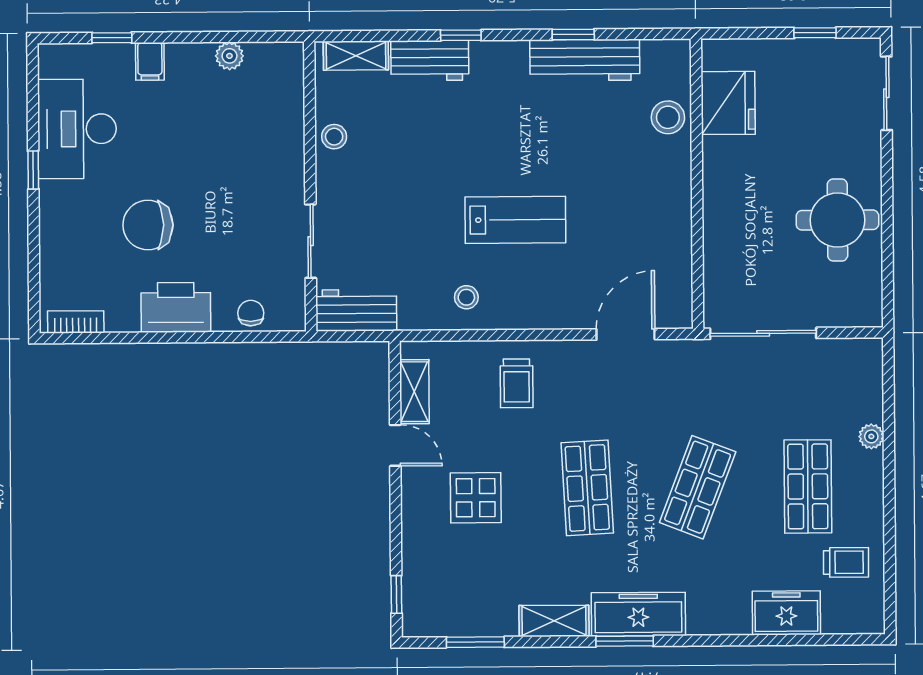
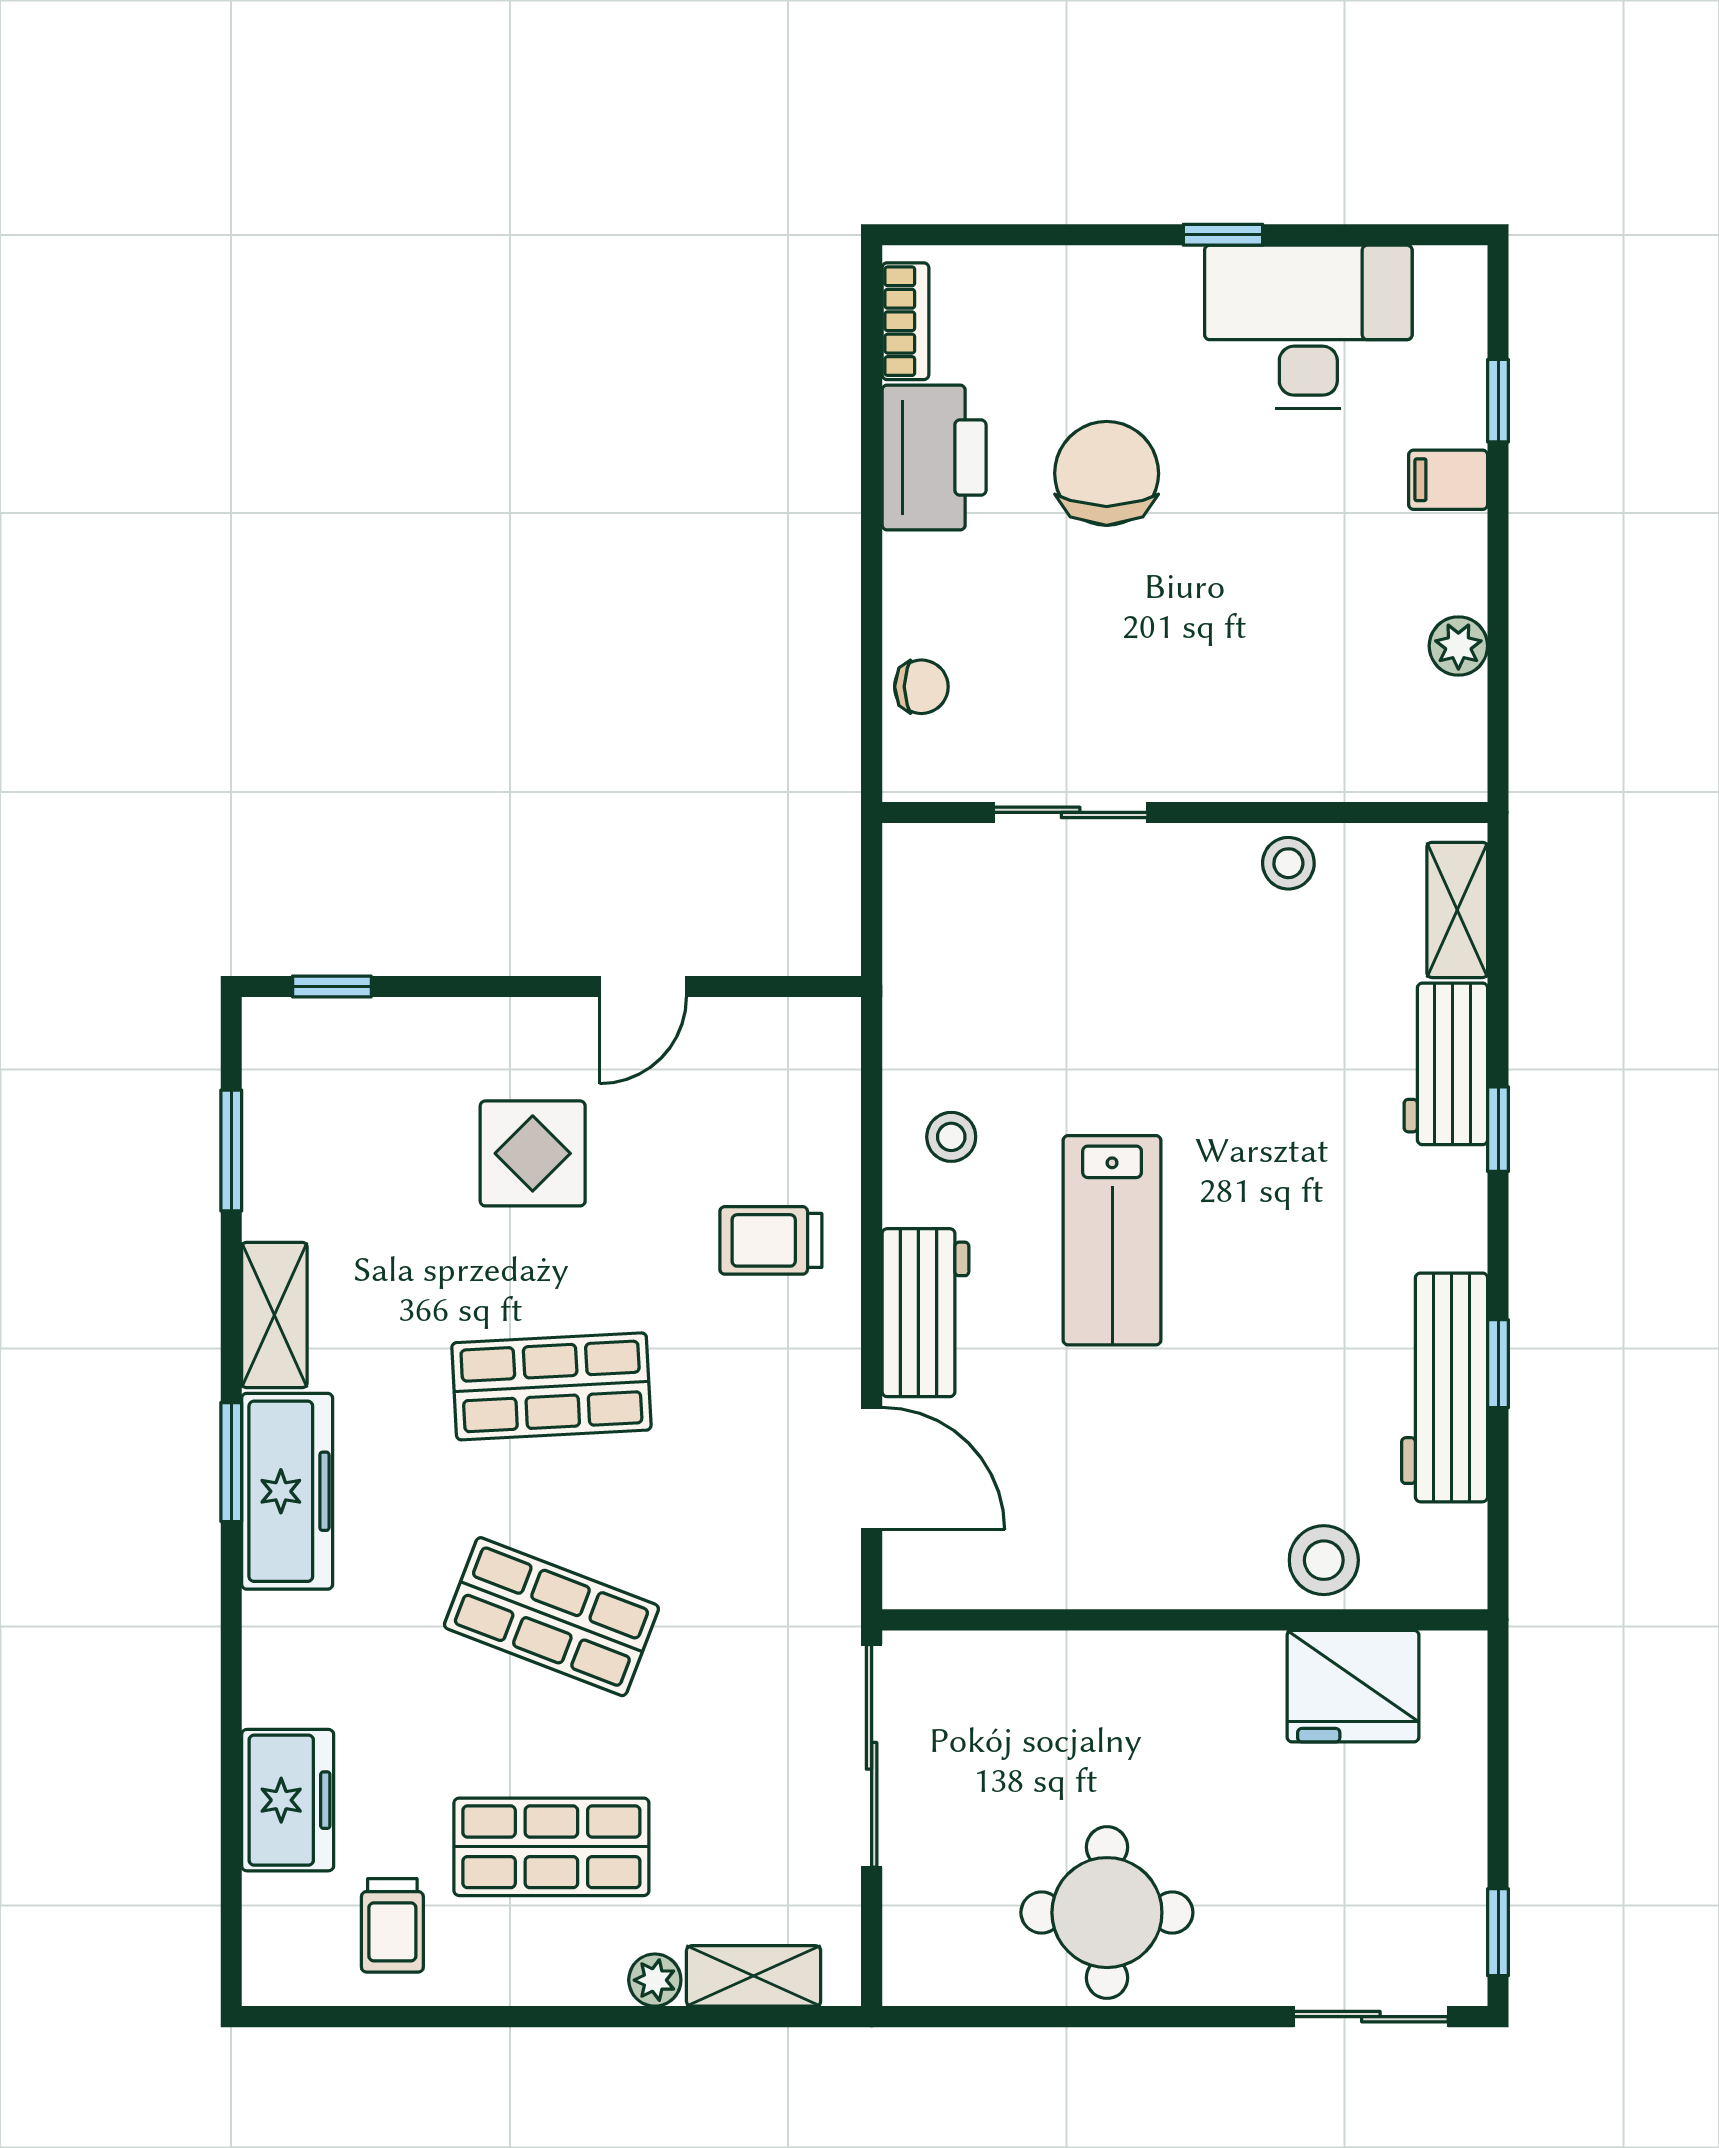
window: (815, 33) -> (1498, 1932), moved
printer: (176, 308) -> (934, 458), moved
workbench: (356, 310) -> (925, 1313), moved
shelving: (414, 392) -> (754, 1976), moved

